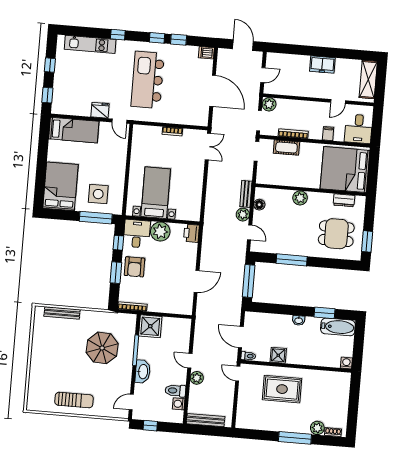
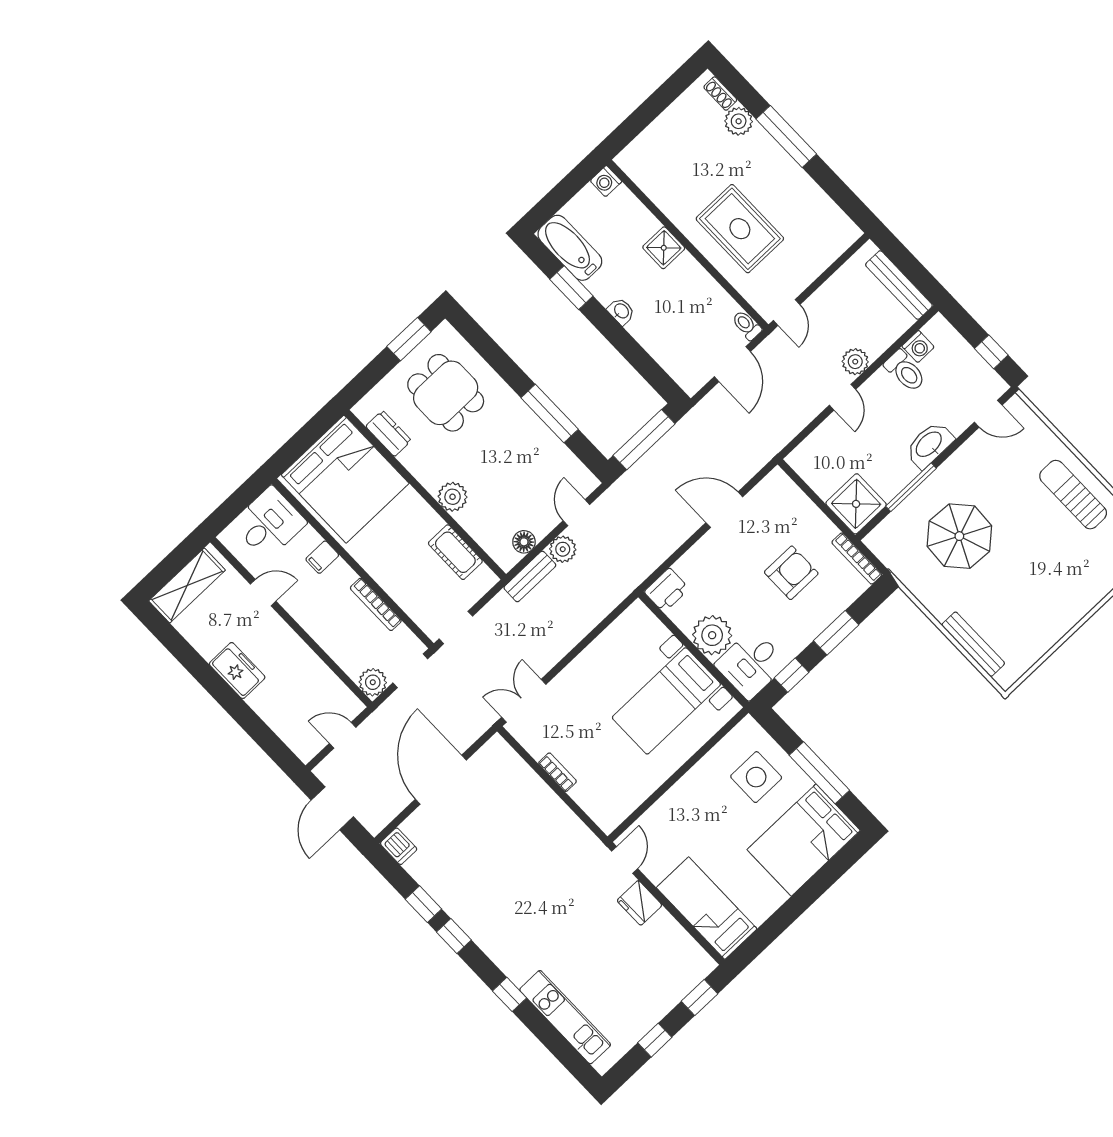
kitchen island: (148, 80) -> (525, 885), removed
cot: (286, 148) -> (455, 552), moved
window: (96, 218) -> (819, 773), moved
armchair: (135, 267) -> (791, 573), moved
shower: (278, 355) -> (664, 248), moved

